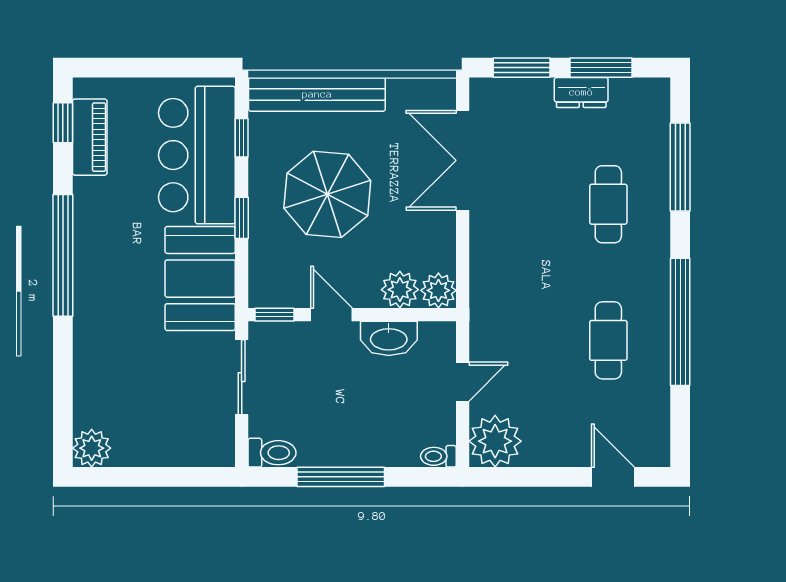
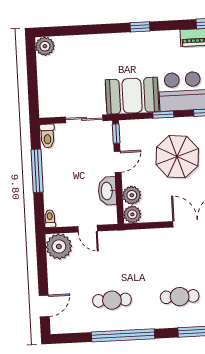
window: (63, 255) -> (140, 27), width x0.32

